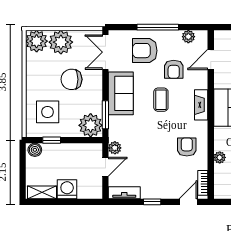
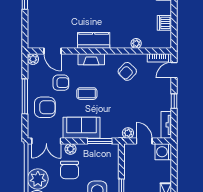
plant: (188, 37) -> (33, 59), moved
armchair: (145, 51) -> (45, 107), turned -90
plant: (91, 125) -> (71, 149), moved, width x0.53, depth x0.53
armchair: (187, 147) -> (127, 71), turned -46
washing machine: (67, 189) -> (163, 152), moved
door: (188, 202) -> (174, 70), hinge flipped

